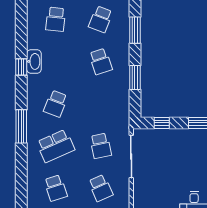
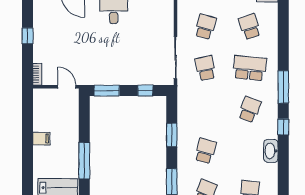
school desk: (101, 61) -> (205, 151), turned 33
window: (21, 67) -> (283, 127), moved
school desk: (56, 146) -> (250, 68), turned 30
school desk: (101, 188) -> (205, 27), turned 39

